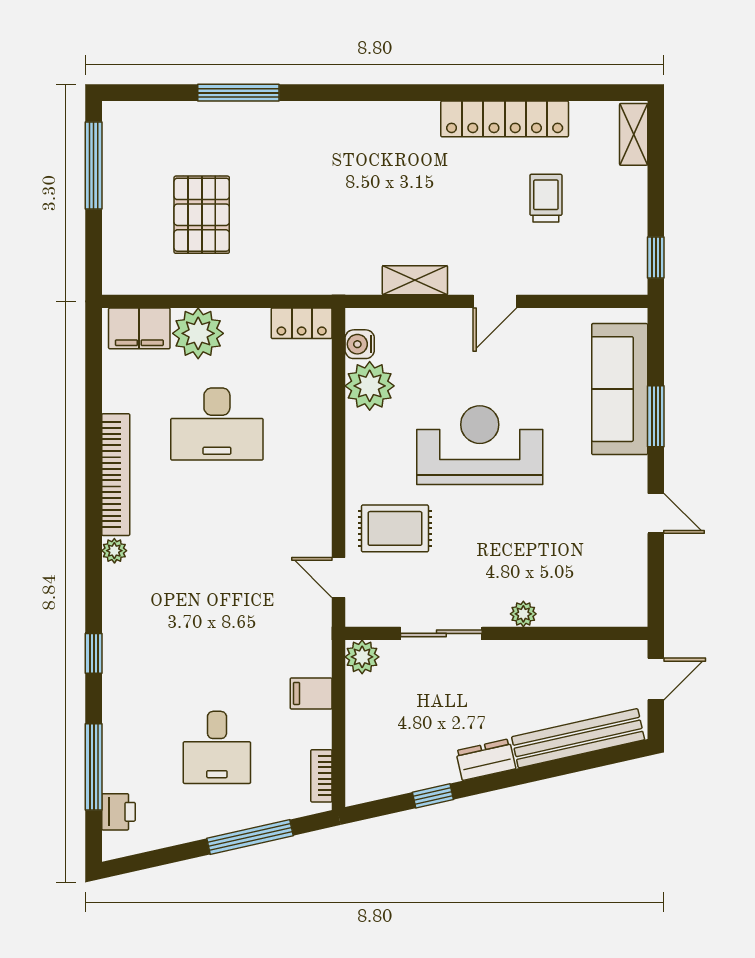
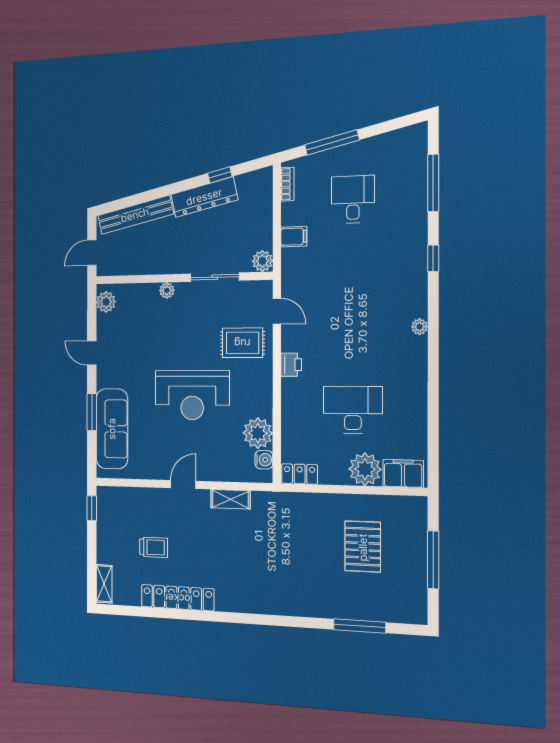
window: (238, 93) -> (360, 626), moved
window: (94, 166) -> (433, 560), moved
trolley: (546, 198) -> (154, 547), turned -90
bookcase: (116, 475) -> (419, 377), removed
plant: (630, 597) -> (106, 302), added
dresser: (486, 760) -> (204, 197), width x1.96, depth x1.24
printer: (118, 812) -> (291, 365), moved, turned 180

